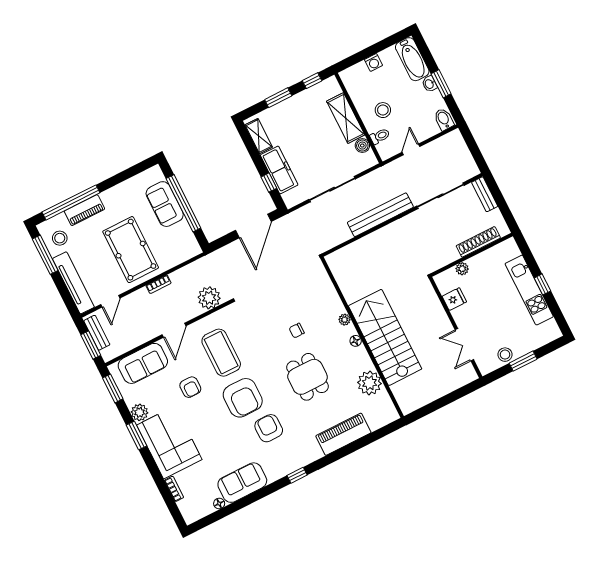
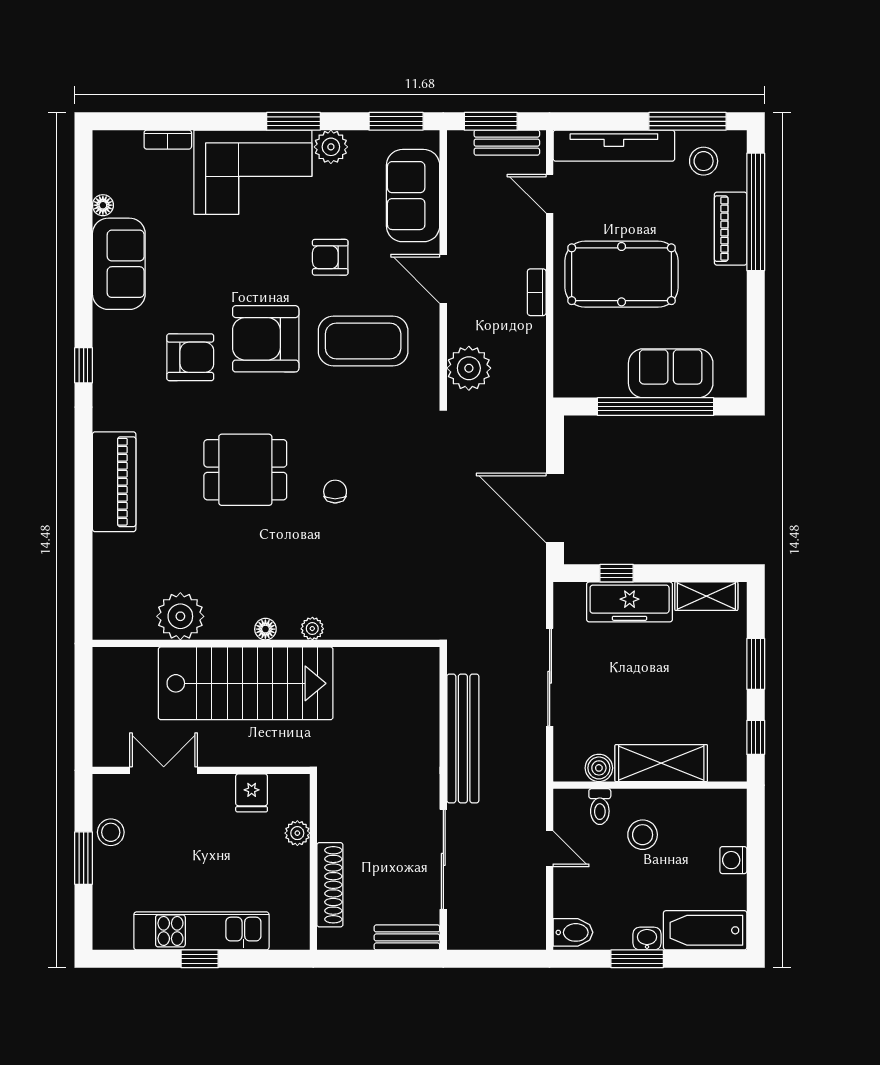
plant: (344, 320) -> (312, 629), moved
wall: (362, 337) -> (266, 643), moved
stairs: (385, 337) -> (246, 683), moved
floor lamp: (356, 341) -> (265, 629), moved
plant: (369, 383) -> (180, 616), moved

